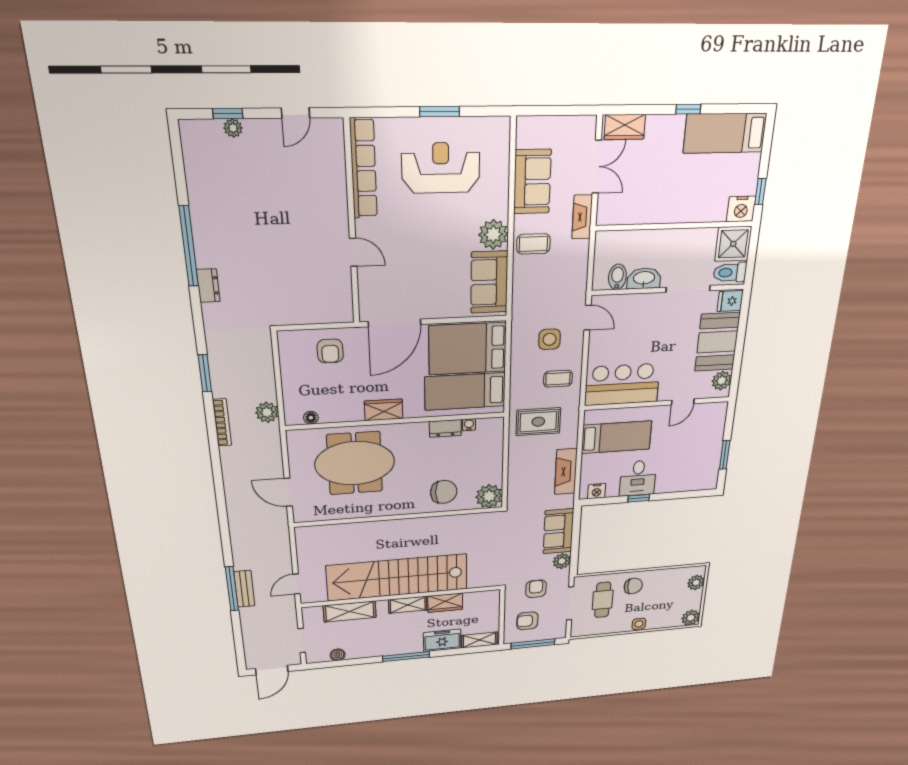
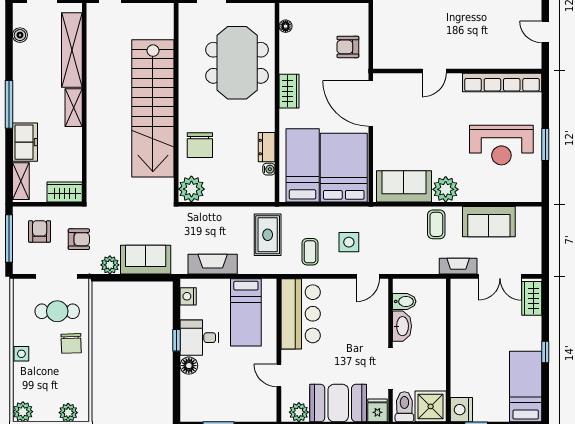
reception desk: (441, 168) -> (501, 145), turned 90
floor lamp: (664, 486) -> (189, 366), added
stairs: (397, 577) -> (153, 108), moved, turned 180
wardrobe: (445, 603) -> (65, 192), moved, turned 90
shelving: (350, 611) -> (72, 50), width x1.47

